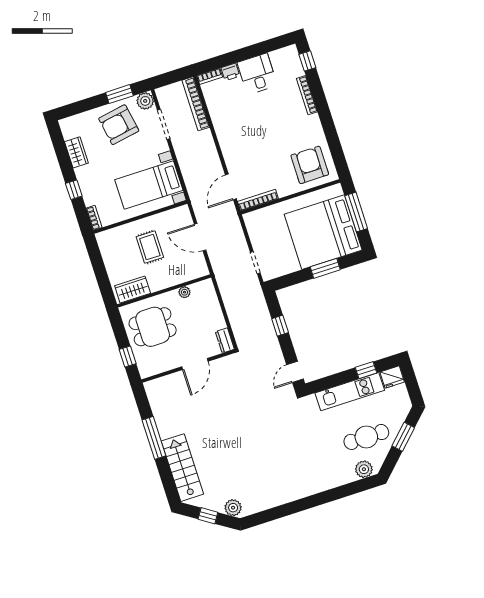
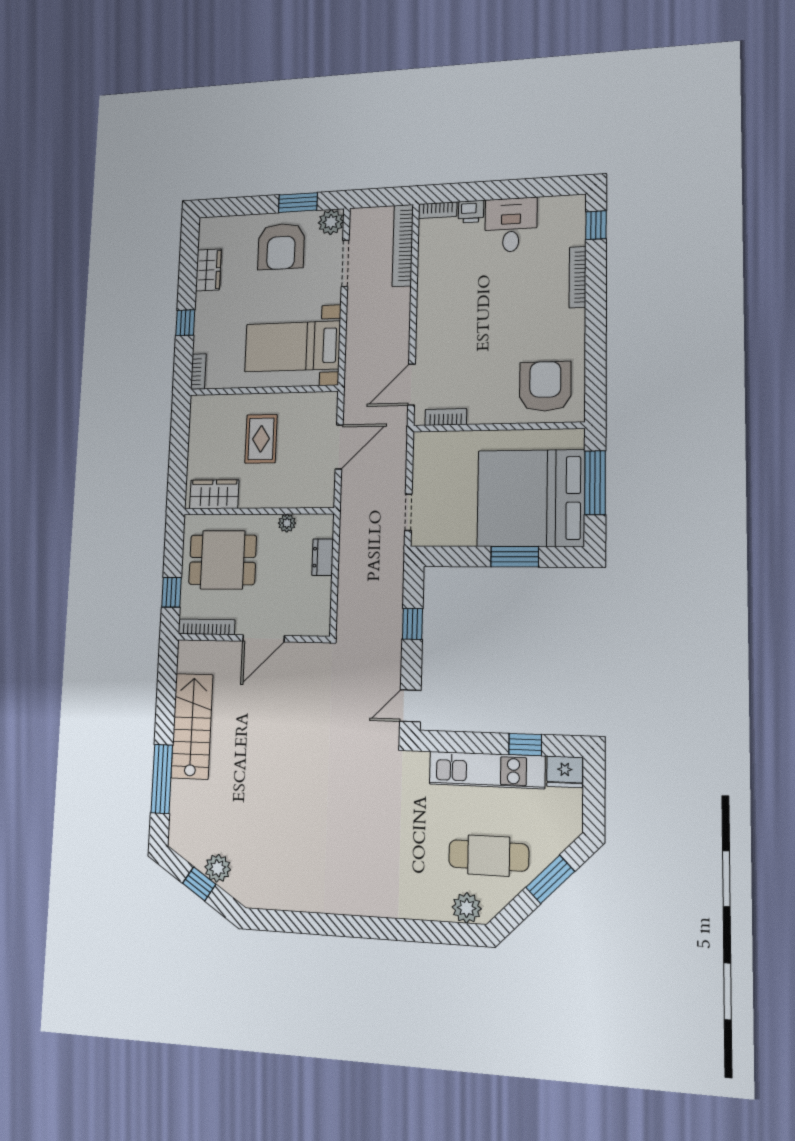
armchair: (119, 125) -> (281, 246), turned -80
bookcase: (258, 200) -> (446, 417), width x0.64
door: (200, 237) -> (339, 447), swing flipped
dresser: (225, 340) -> (323, 557), moved
bookcase: (157, 369) -> (206, 627), added
window: (154, 438) -> (162, 779), moved
stairs: (182, 468) -> (192, 726), moved
plant: (233, 508) -> (218, 868), moved

